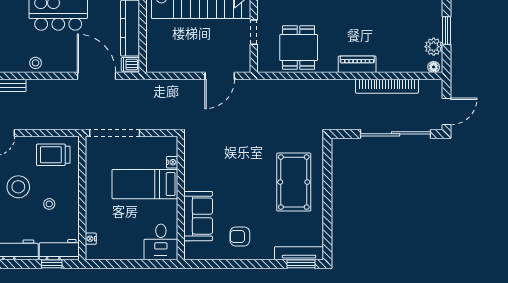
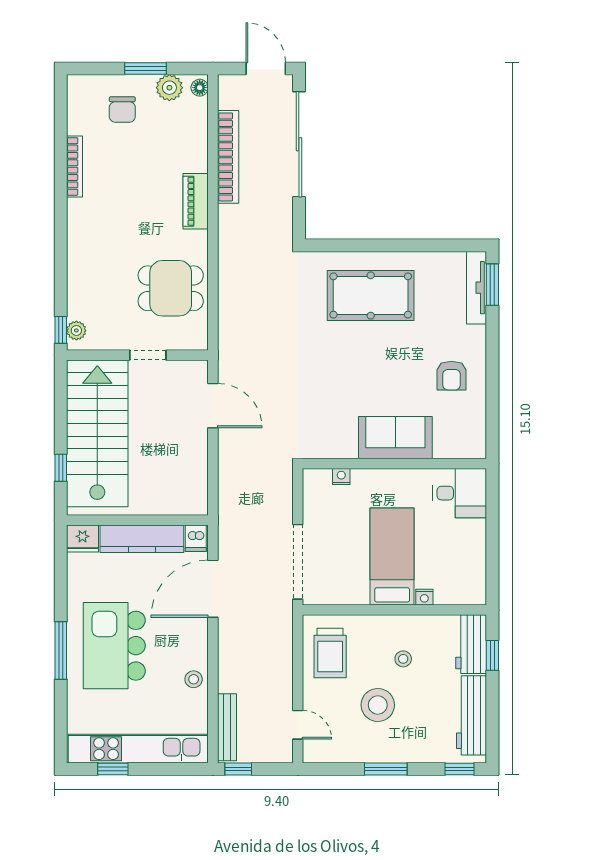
chair: (419, 15) -> (122, 110), added
bed: (145, 184) -> (392, 556), moved, turned 180
sofa: (198, 216) -> (395, 438), moved
nightstand: (91, 239) -> (424, 597), moved

